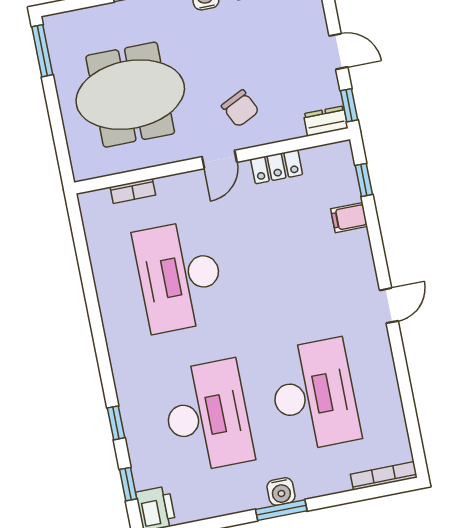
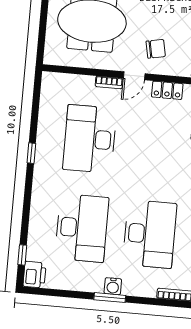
chair: (240, 108) -> (156, 49), turned -75
bookcase: (133, 191) -> (109, 82), moved
window: (116, 423) -> (31, 153), moved

